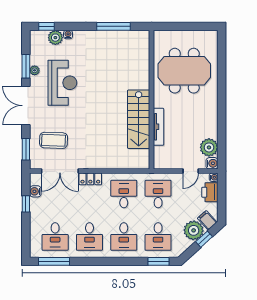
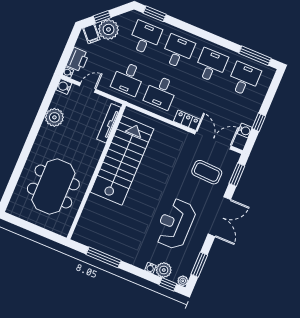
window: (26, 66) -> (199, 265), moved
plant: (35, 70) -> (183, 281), moved
meeting table: (184, 71) -> (53, 187), turned 90
stairs: (139, 119) -> (122, 160), width x1.36, depth x1.51
tv unit: (159, 127) -> (109, 123), moved
plant: (209, 147) -> (54, 117), moved

